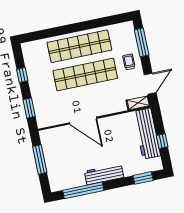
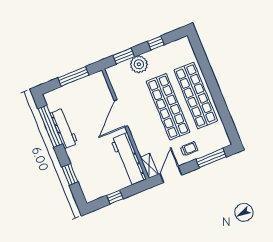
door: (150, 84) -> (171, 174), swing flipped
plant: (40, 95) -> (139, 64), added
workbench: (147, 134) -> (128, 159), moved, turned -90
workbench: (104, 174) -> (64, 128), moved
window: (143, 178) -> (70, 174), moved

